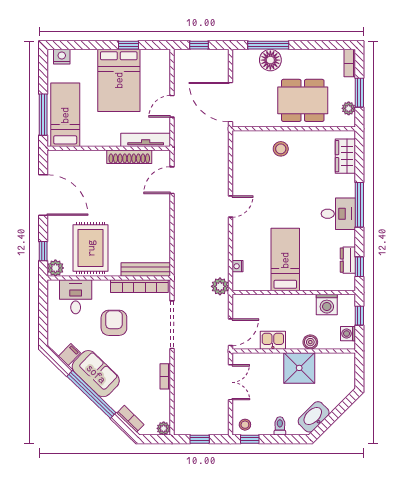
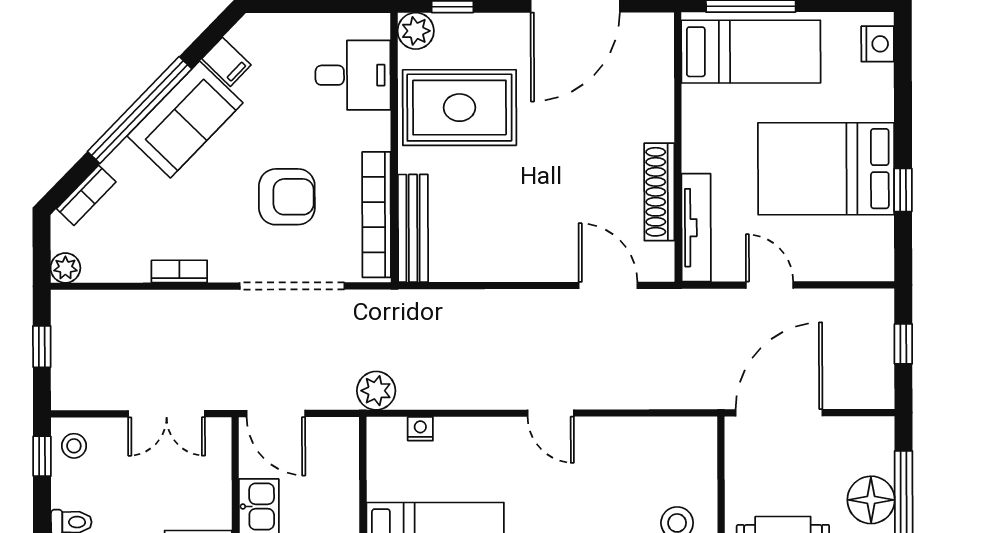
armchair: (114, 323) -> (287, 197), moved

